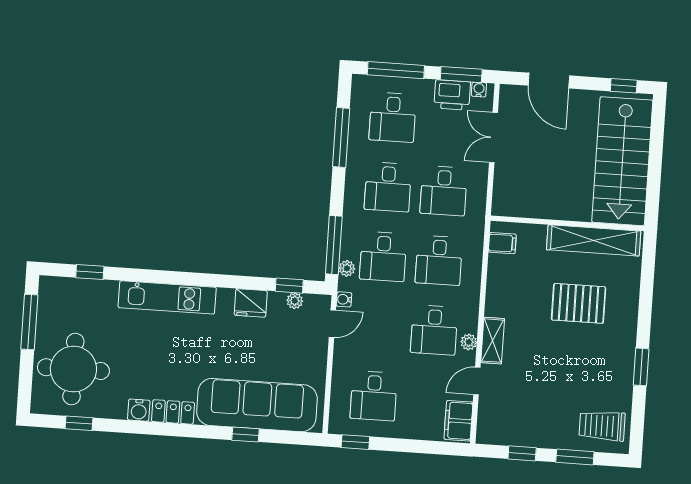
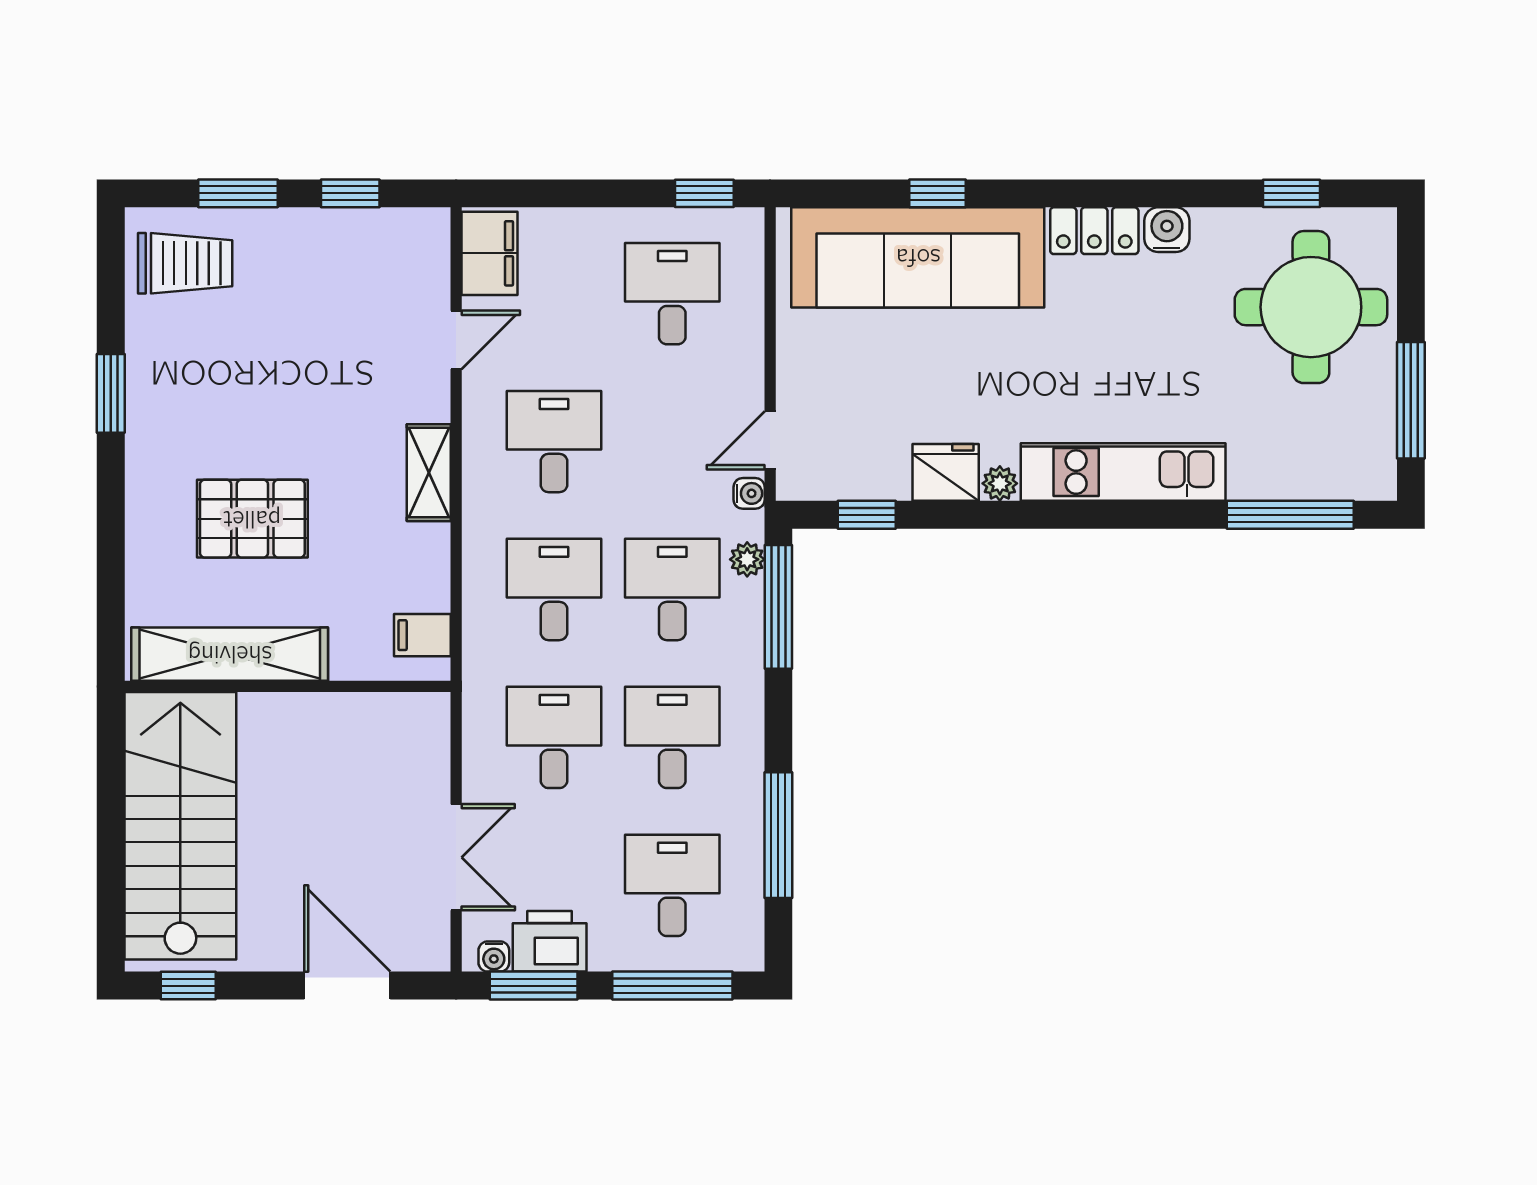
window: (90, 272) -> (1290, 515), width x2.17
plant: (295, 301) -> (1000, 483), moved
shelving: (493, 341) -> (429, 473), moved
plant: (469, 342) -> (479, 421), removed

